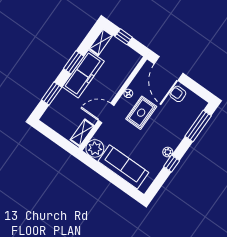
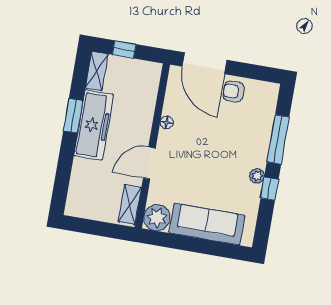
window: (52, 93) -> (64, 172), removed
rug: (141, 113) -> (196, 140), removed
window: (198, 126) -> (278, 139), moved

